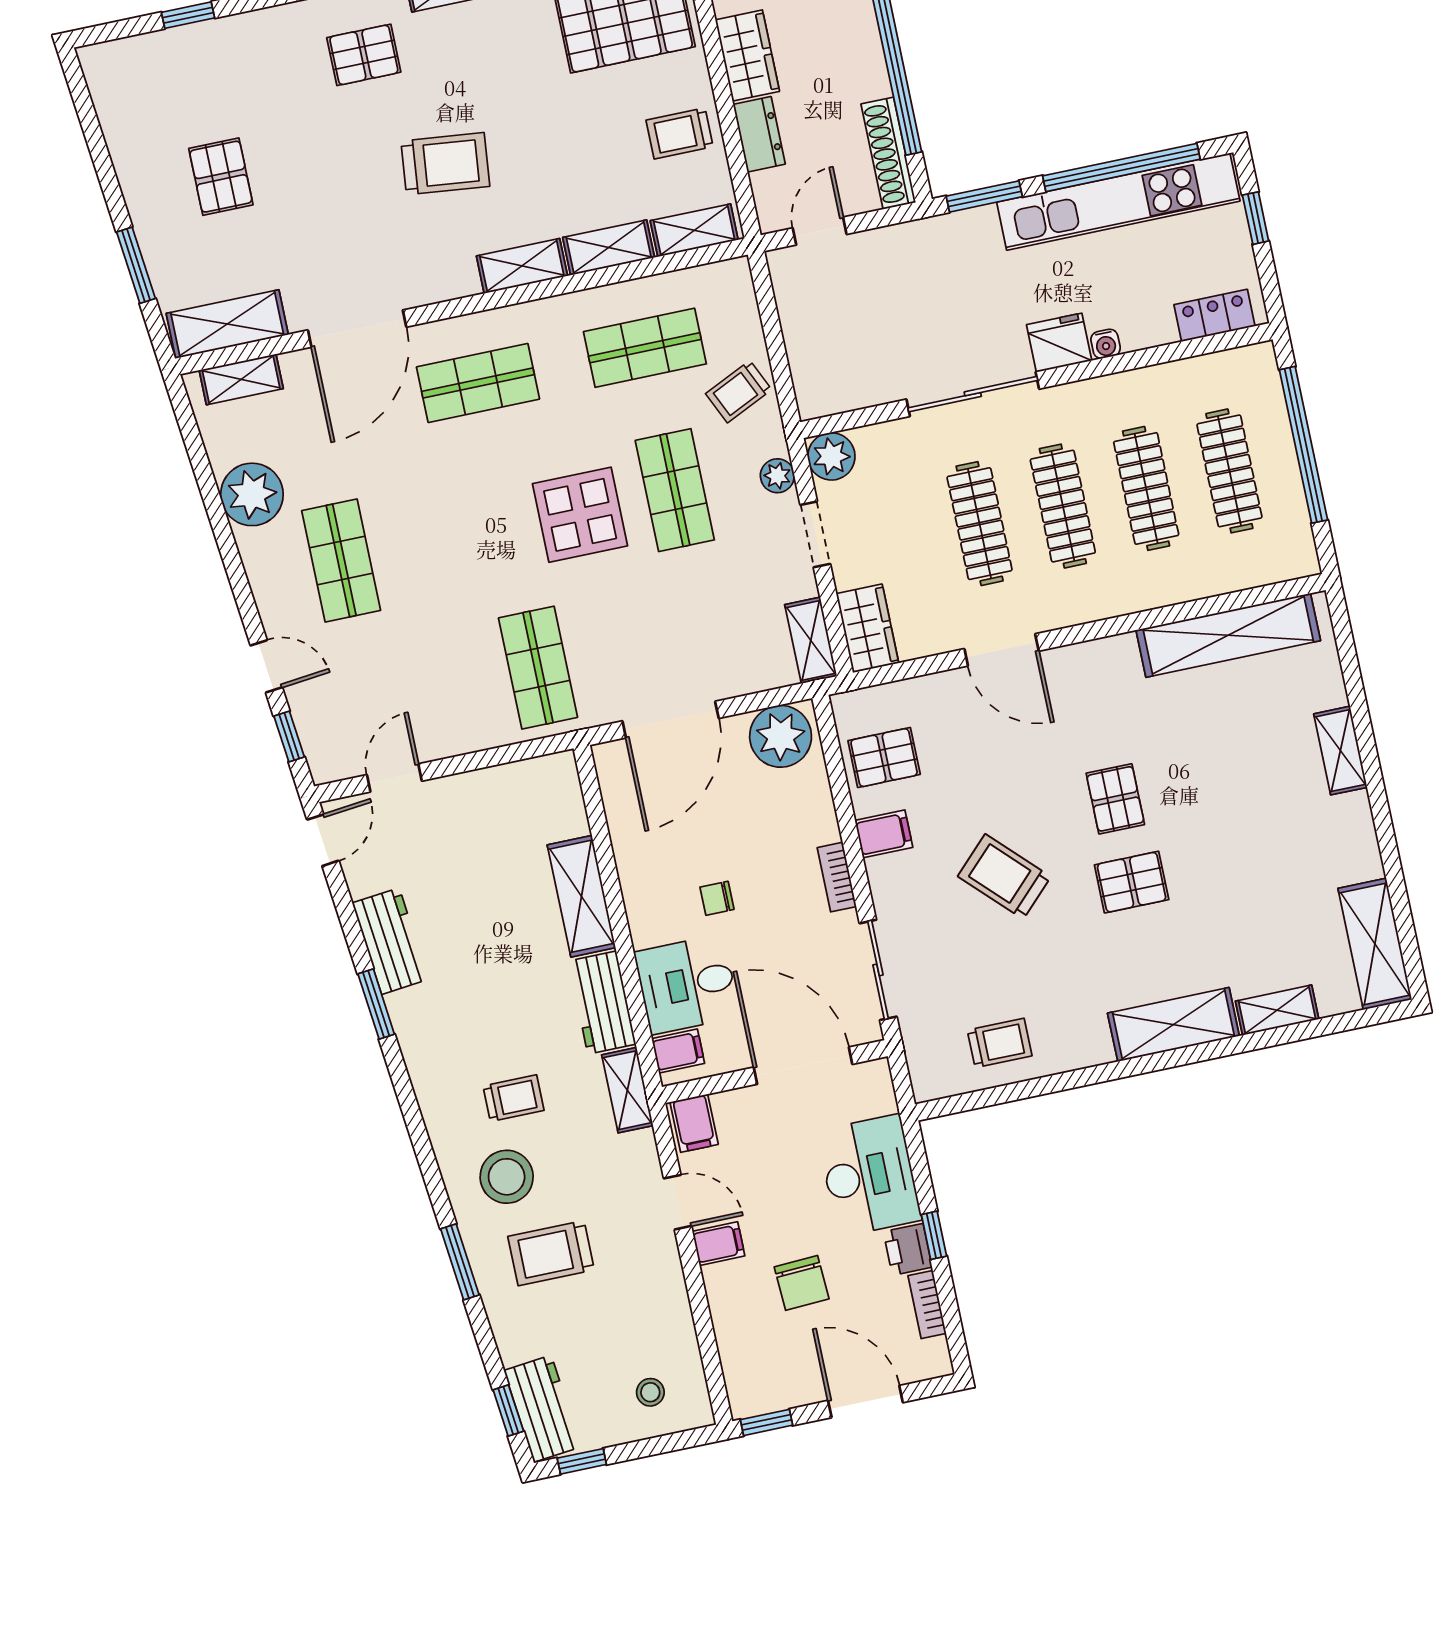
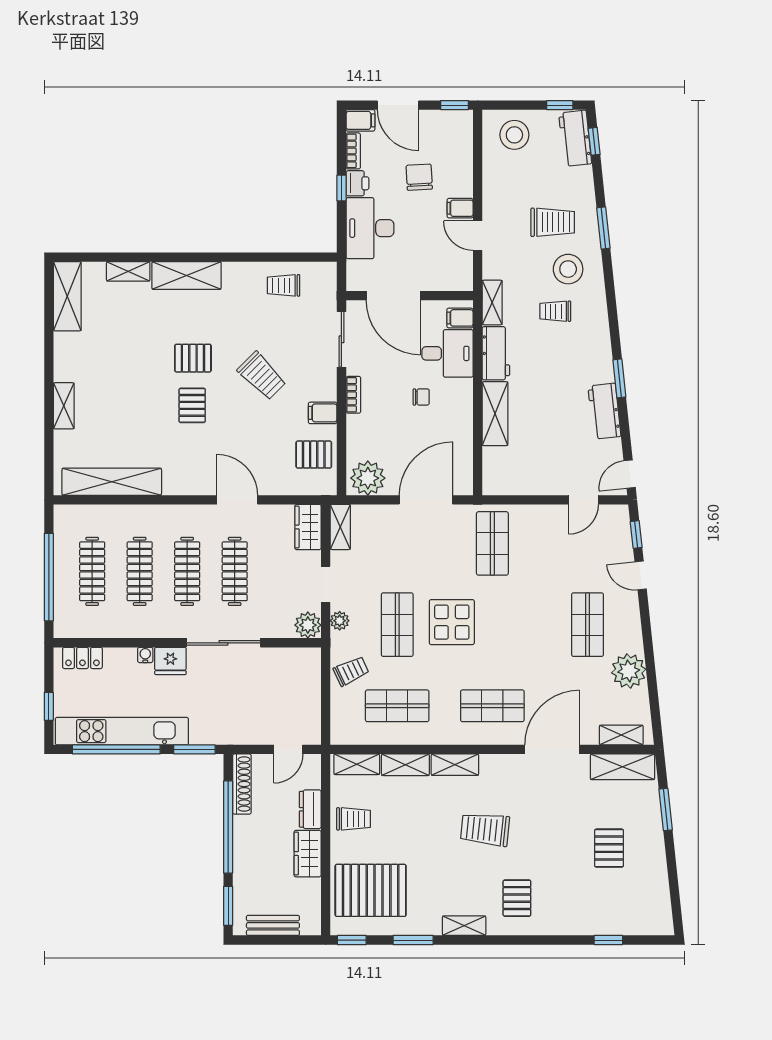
pallet: (364, 55) -> (517, 898), turned 90
filing cabinet: (694, 1123) -> (360, 120), moved, turned 90
stool: (650, 1392) -> (514, 135), width x1.89, depth x1.89

